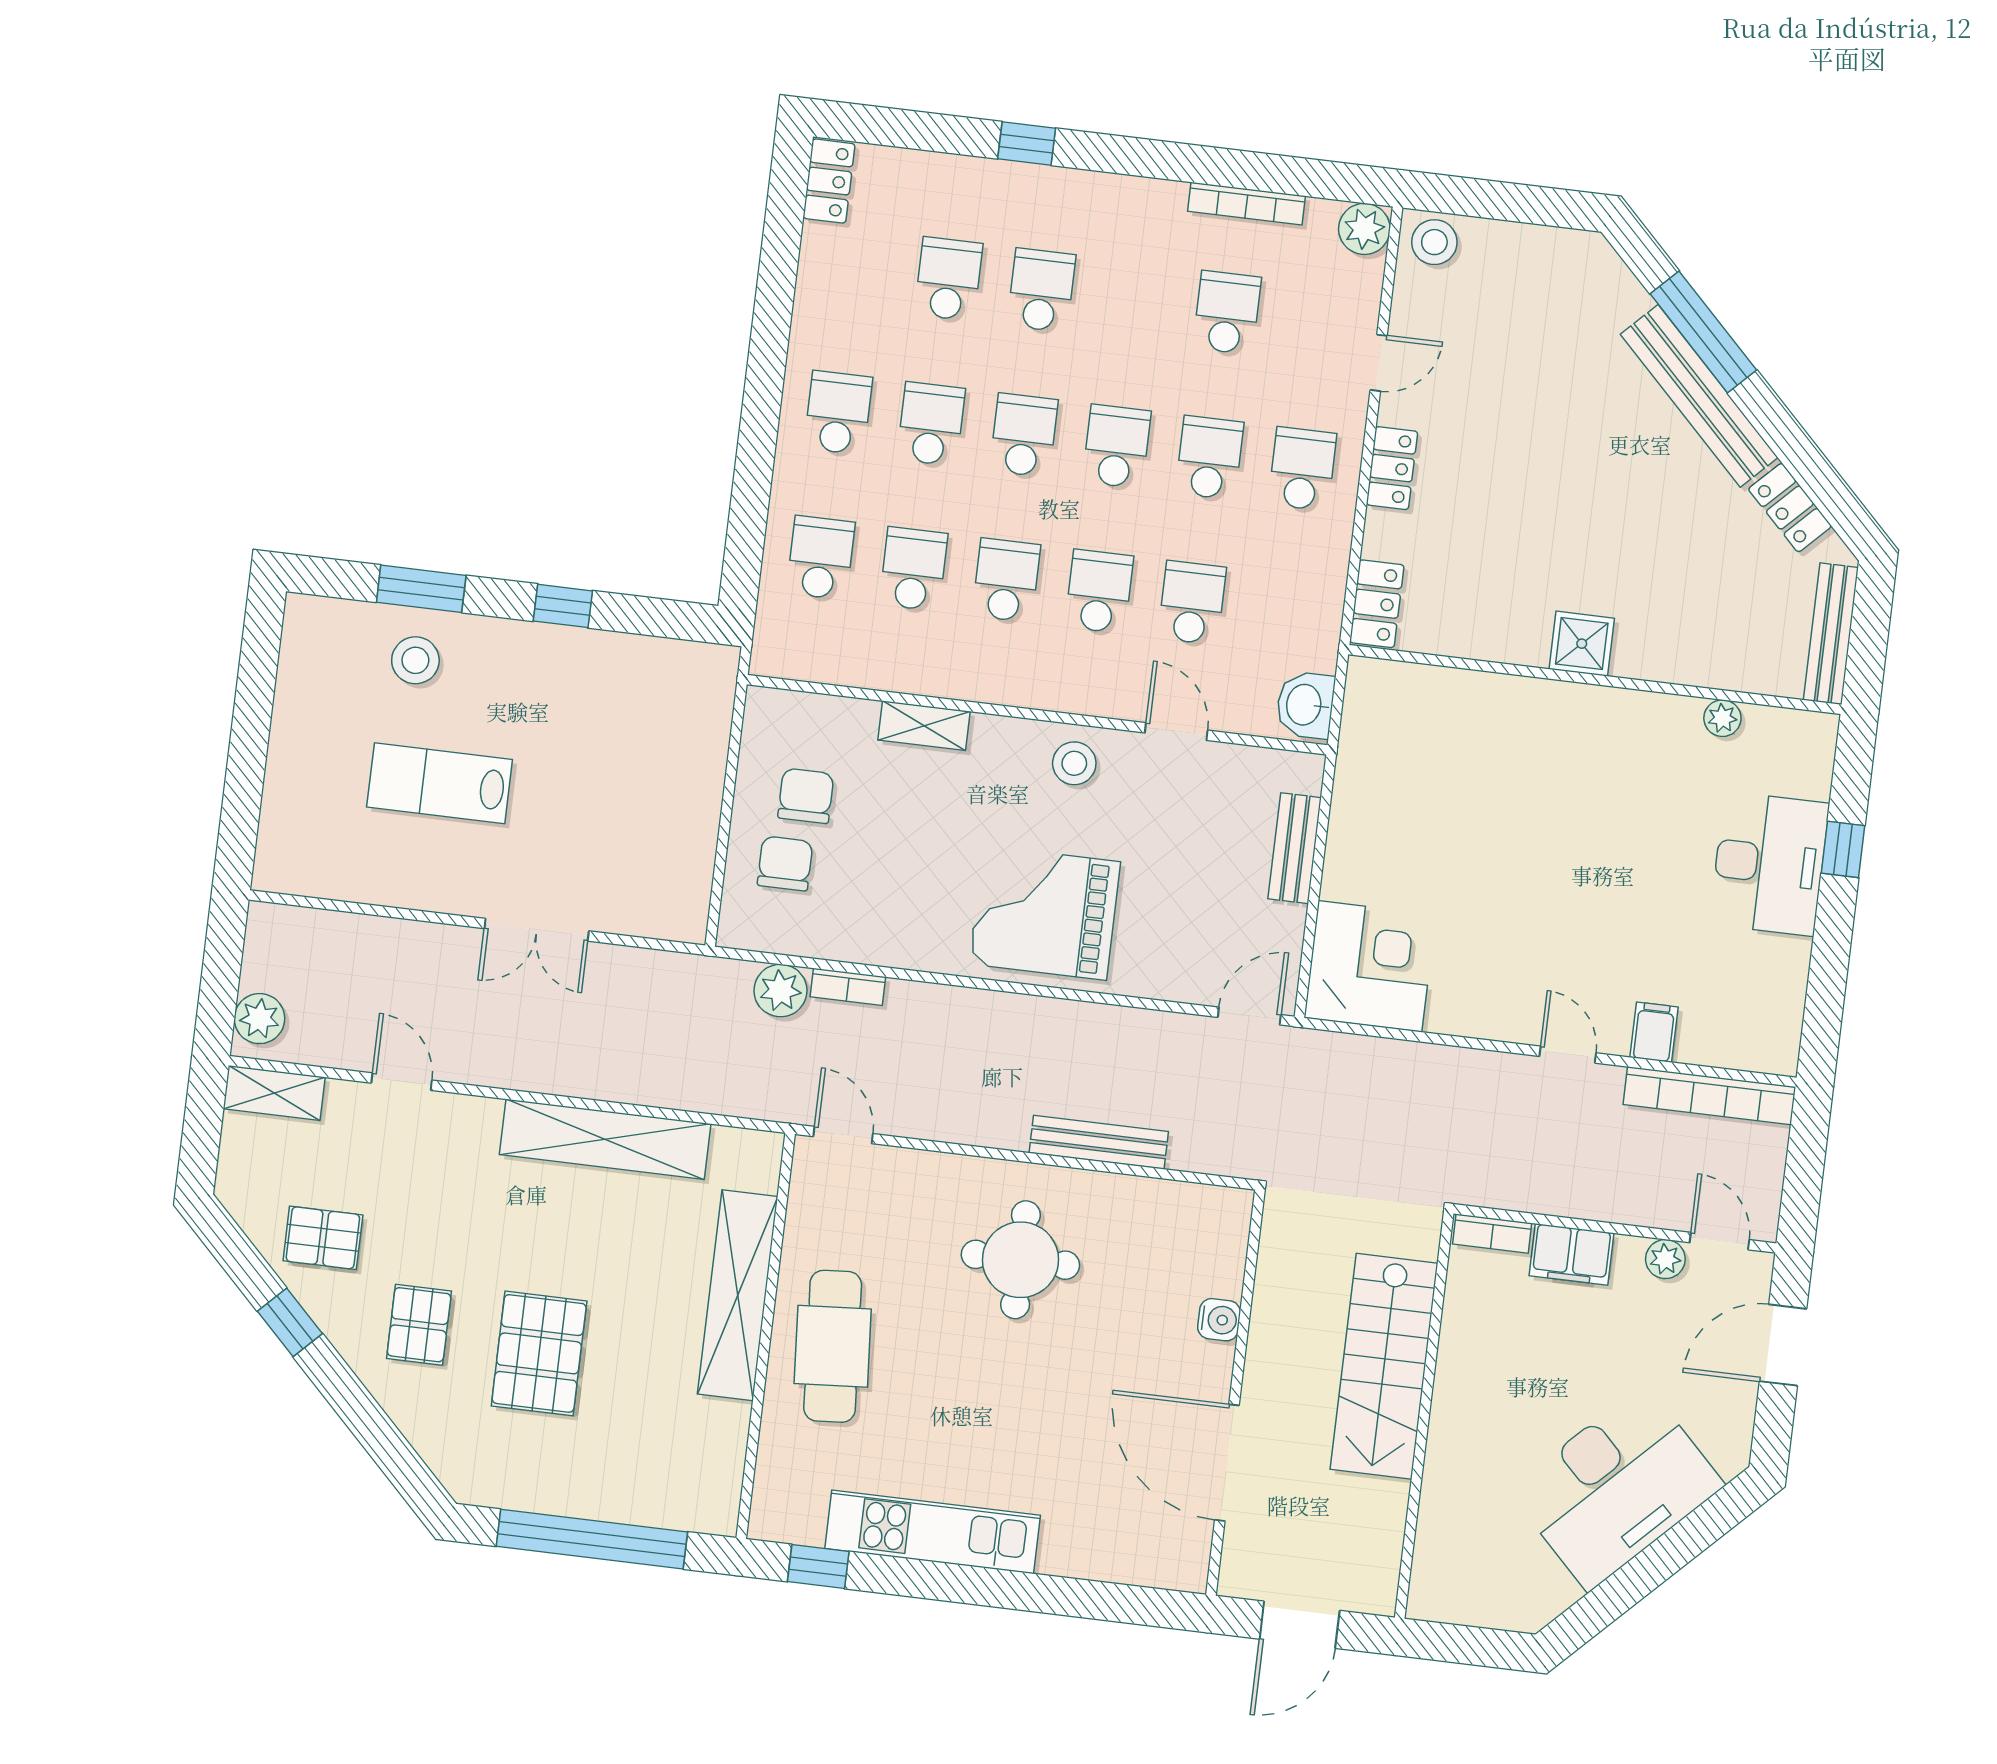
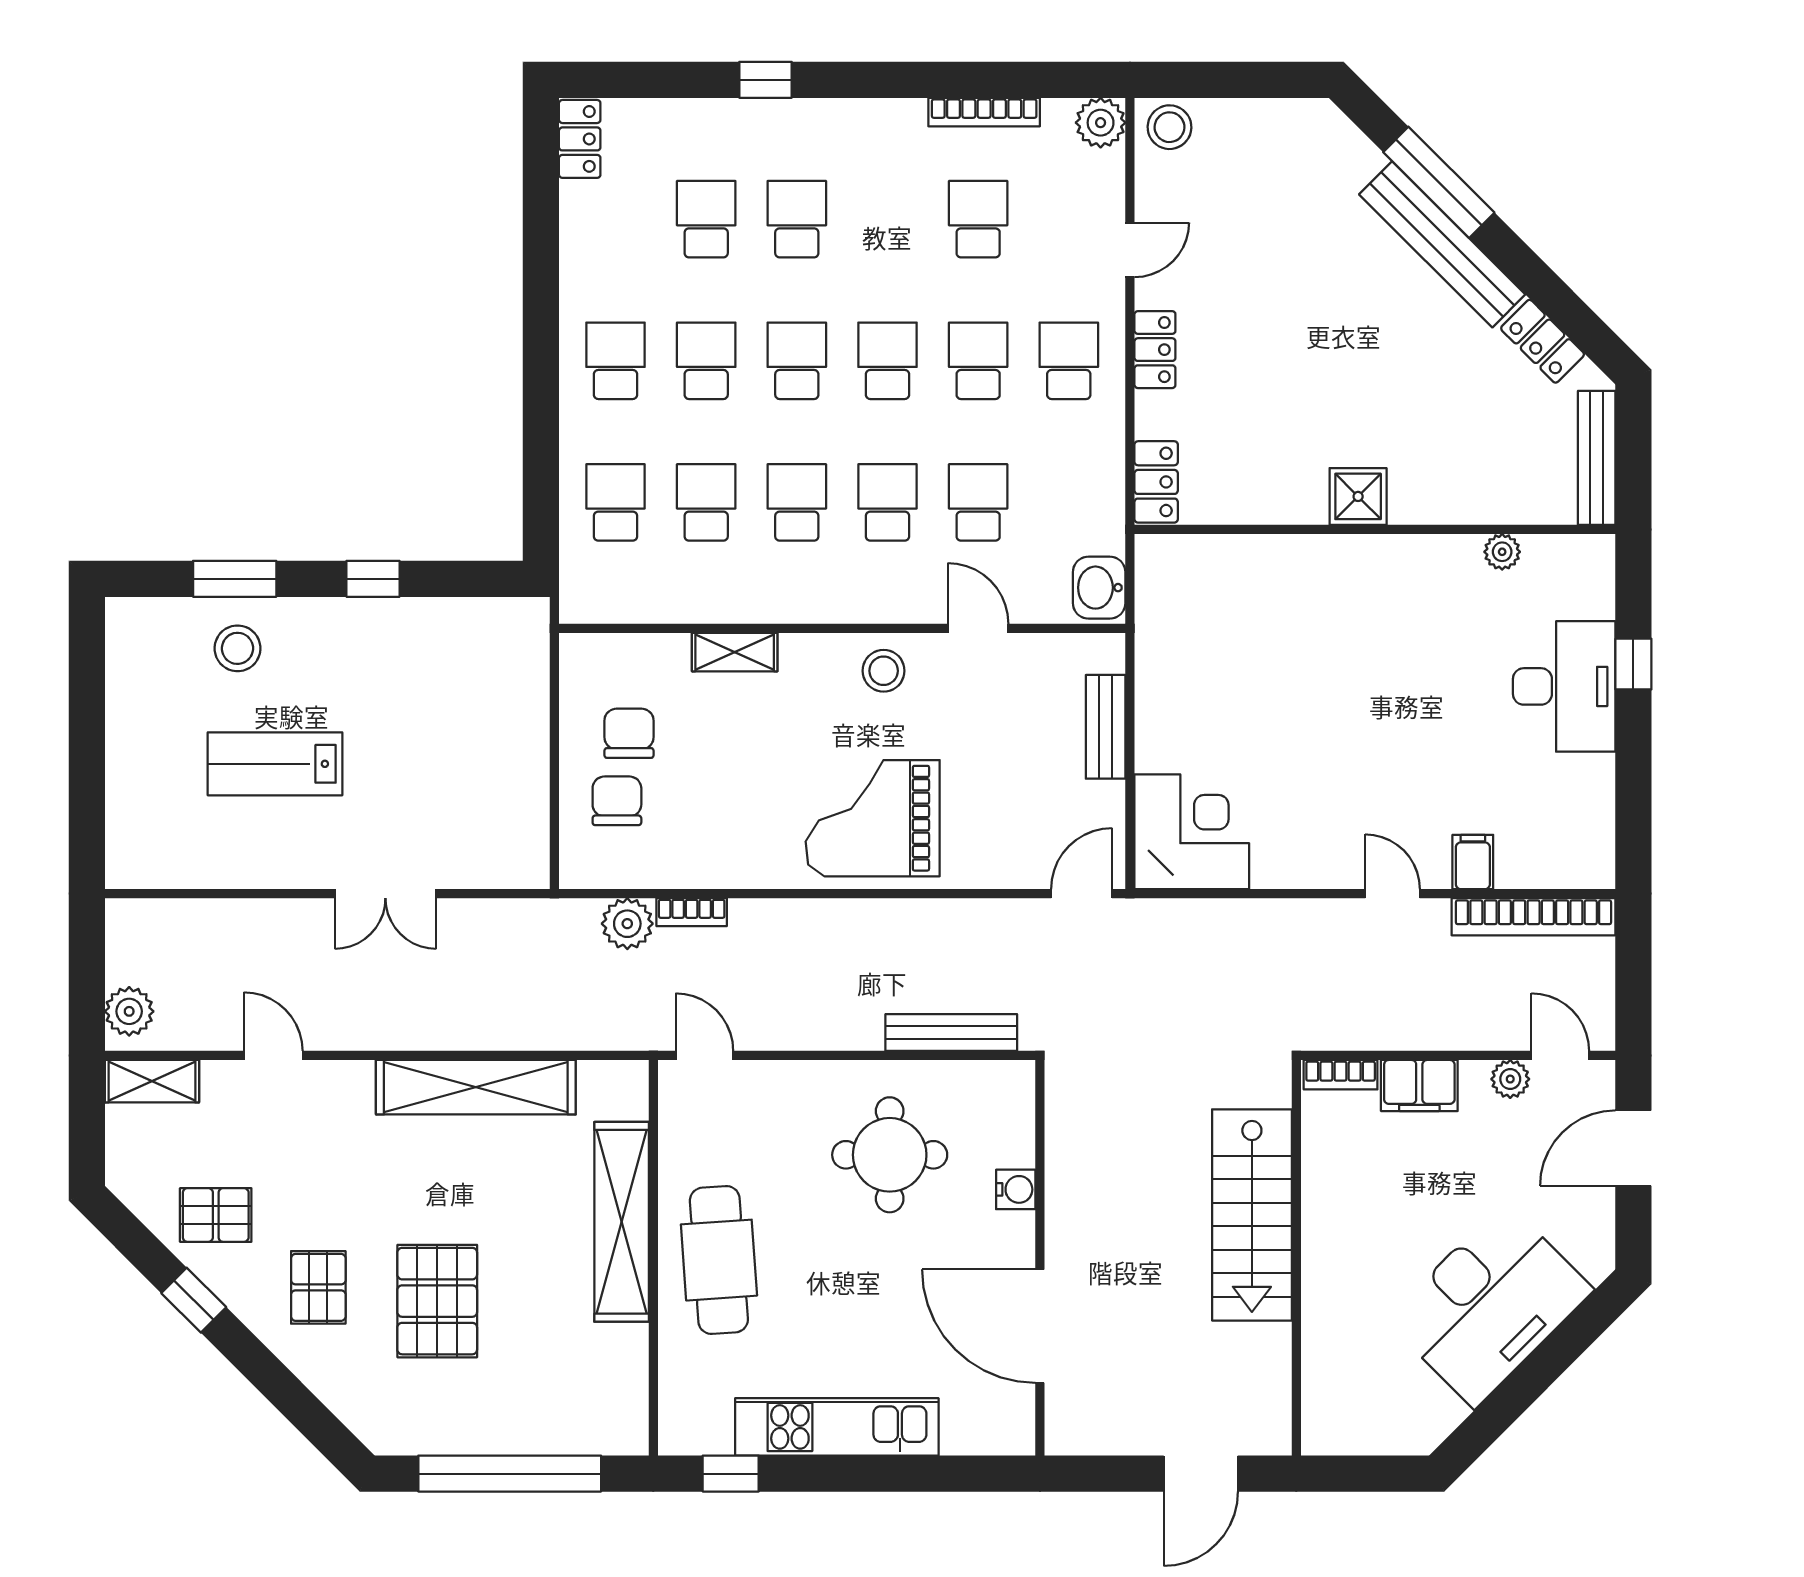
water cooler: (1219, 1320) -> (1016, 1189), moved
wall: (1235, 1393) -> (1040, 1258), moved
door: (1227, 1463) -> (1040, 1326), moved

